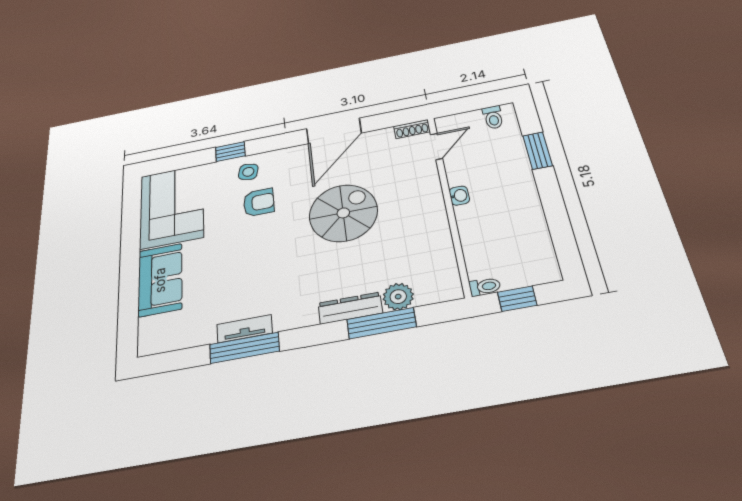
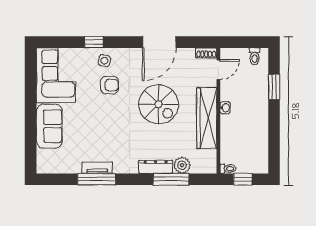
spiral stairs: (343, 213) -> (159, 104), turned 90
wardrobe: (430, 217) -> (207, 118), added

